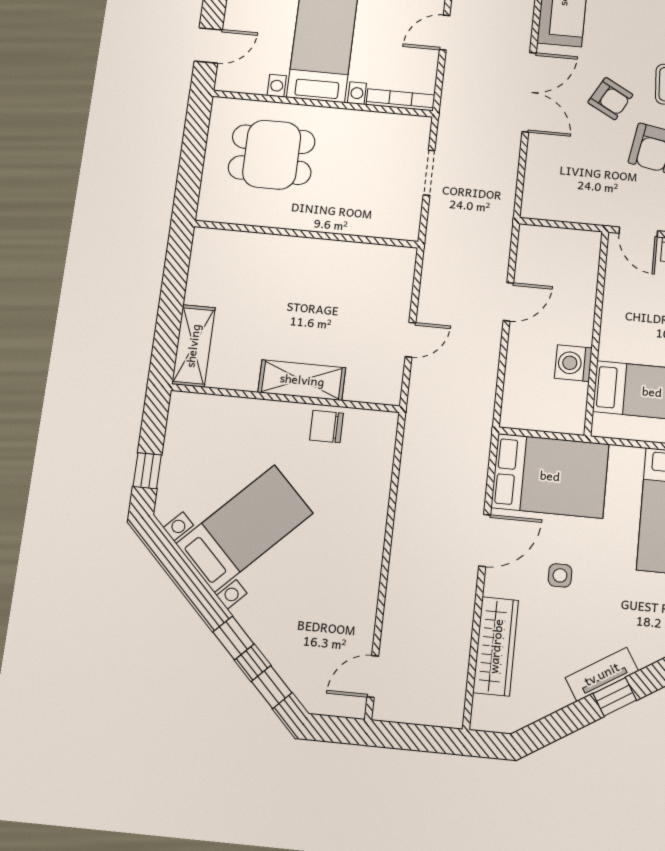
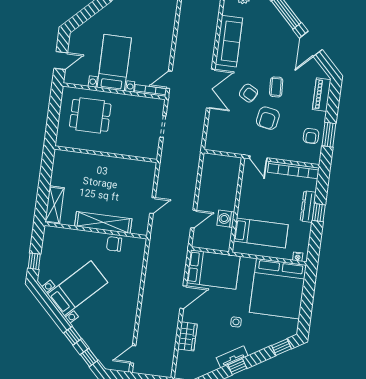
door: (445, 33) -> (169, 80), moved
door: (508, 302) -> (194, 219), moved
shelving: (302, 380) -> (103, 222), width x1.47
side table: (560, 575) -> (236, 322), moved
wardrobe: (496, 646) -> (187, 336), width x0.67

